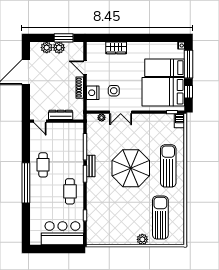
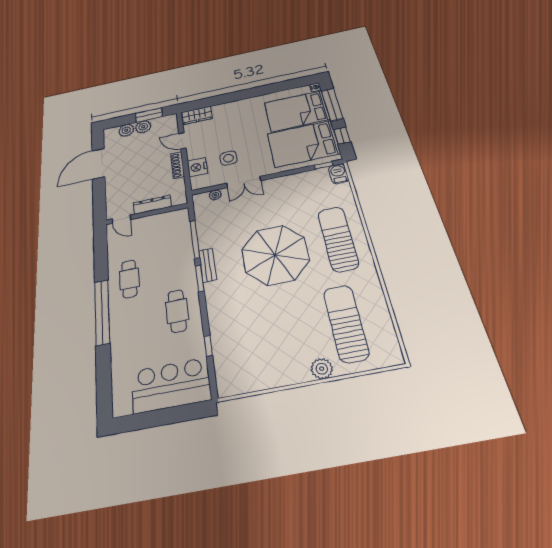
wardrobe: (116, 48) -> (197, 115), moved
bed: (165, 68) -> (297, 111), width x1.50

